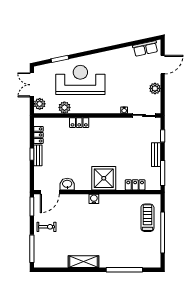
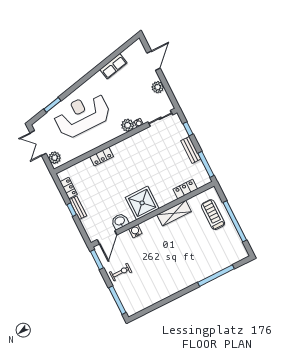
row of seats: (145, 48) -> (113, 66), moved
plant: (64, 107) -> (128, 125), moved
shower: (104, 178) -> (142, 203), moved
water cooler: (94, 199) -> (135, 231), moved
shelving: (84, 262) -> (174, 213), moved

